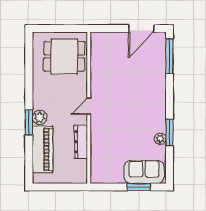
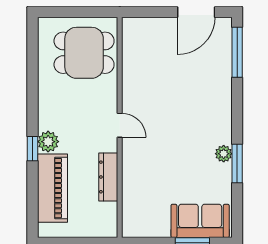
door: (89, 106) -> (120, 125), swing flipped
window: (29, 122) -> (32, 149), width x0.67
plant: (160, 139) -> (224, 154), moved

